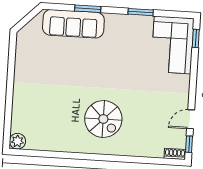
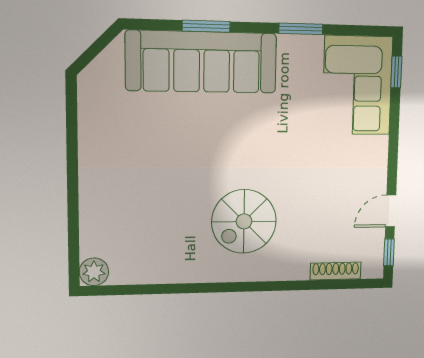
sofa: (73, 24) -> (202, 62), width x1.36, depth x1.27
spiral stairs: (103, 119) -> (244, 221), turned 90
shoe rack: (175, 154) -> (336, 271), moved, width x1.43

